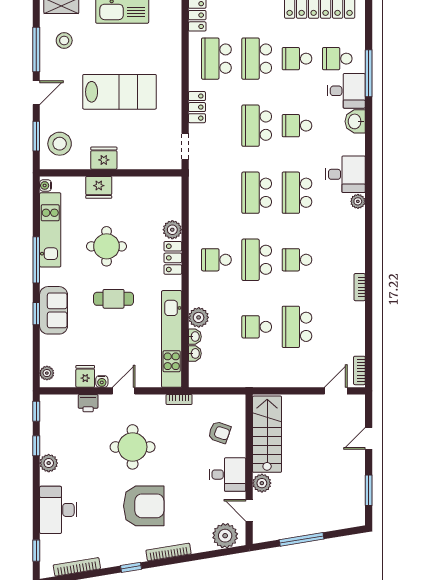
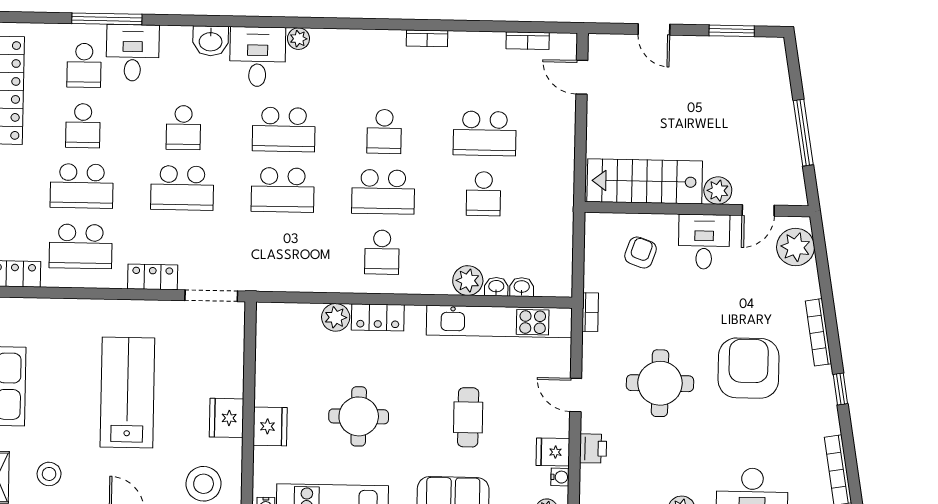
washbasin: (355, 121) -> (211, 41), moved
doorway: (185, 146) -> (211, 296), width x1.38
cafe table: (114, 299) -> (468, 417), moved
bookcase: (359, 370) -> (528, 41), moved
water cooler: (102, 381) -> (560, 477), moved

